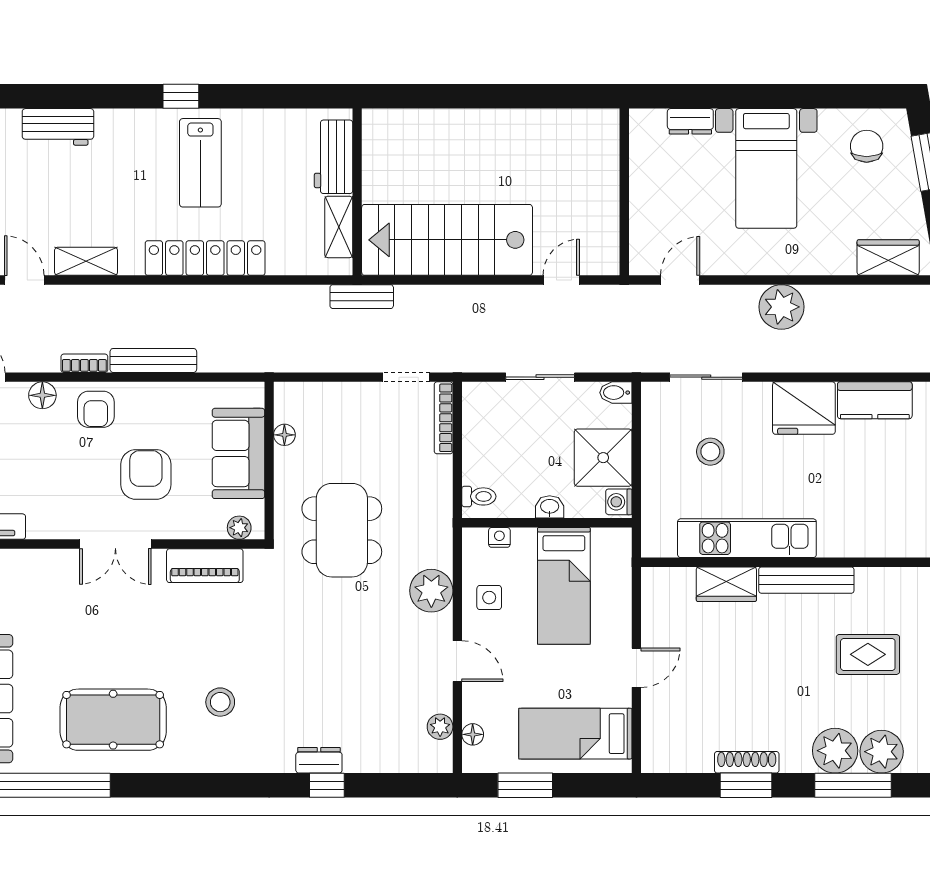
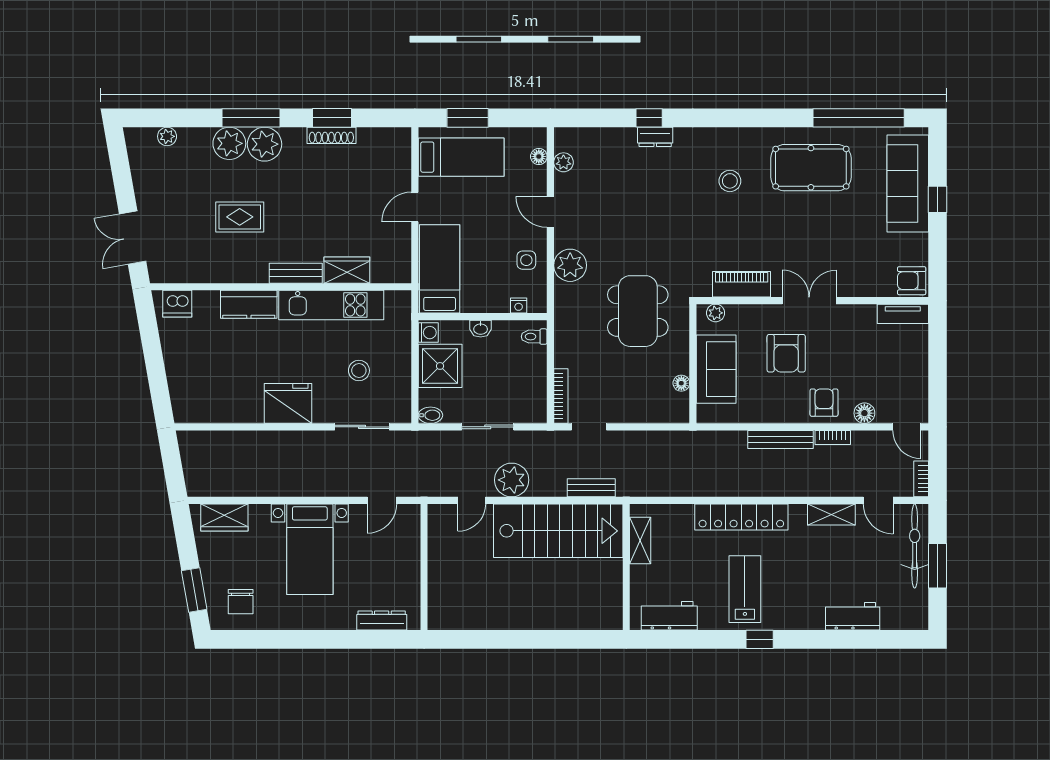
dresser: (690, 121) -> (382, 621), width x1.44
workbench: (334, 157) -> (669, 616), moved, turned -90
bed with nightstands: (766, 168) -> (310, 549), moved, turned 180
bench: (362, 297) -> (591, 488), moved
plant: (781, 307) -> (512, 480), moved
kitchen counter: (875, 400) -> (249, 304), moved, turned 180
bench: (806, 580) -> (296, 273), width x0.73
bed: (564, 586) -> (440, 269), moved
window: (525, 785) -> (468, 118), moved

